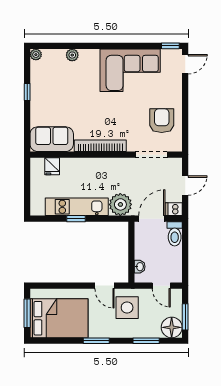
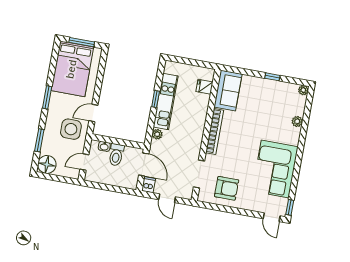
plant: (120, 204) -> (157, 134), width x0.53, depth x0.53
toilet: (175, 234) -> (116, 155), moved, turned -90
window: (185, 317) -> (54, 178), removed

